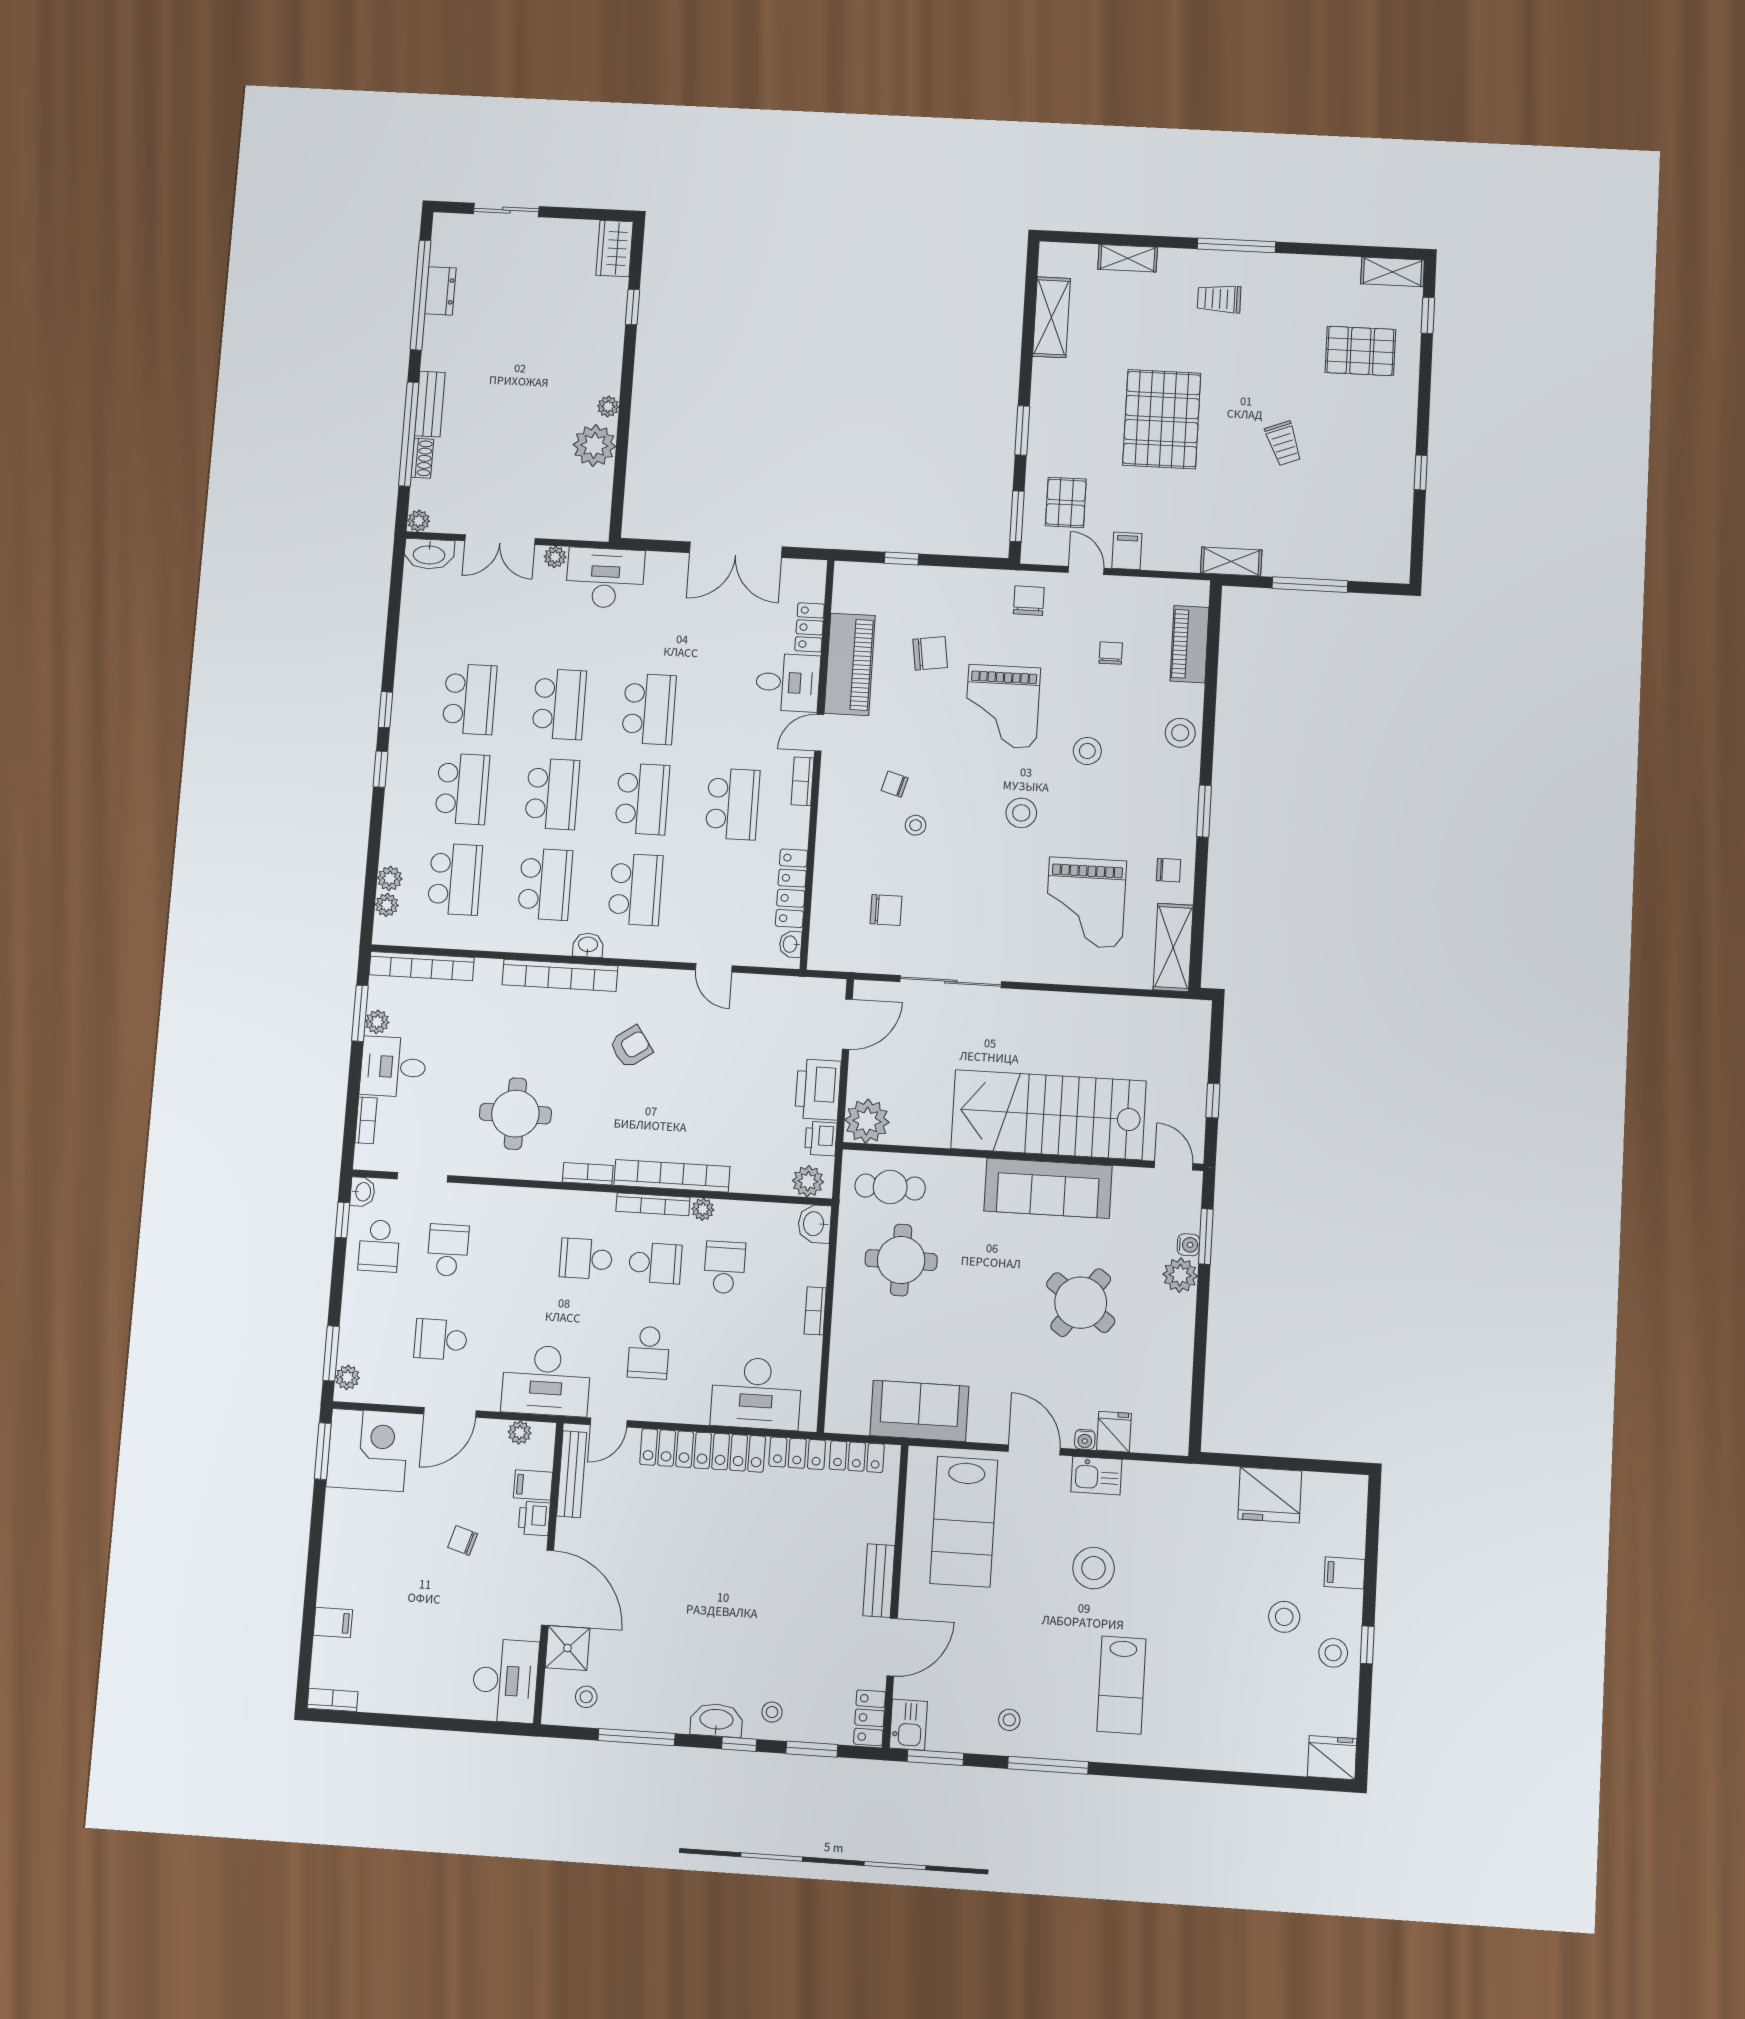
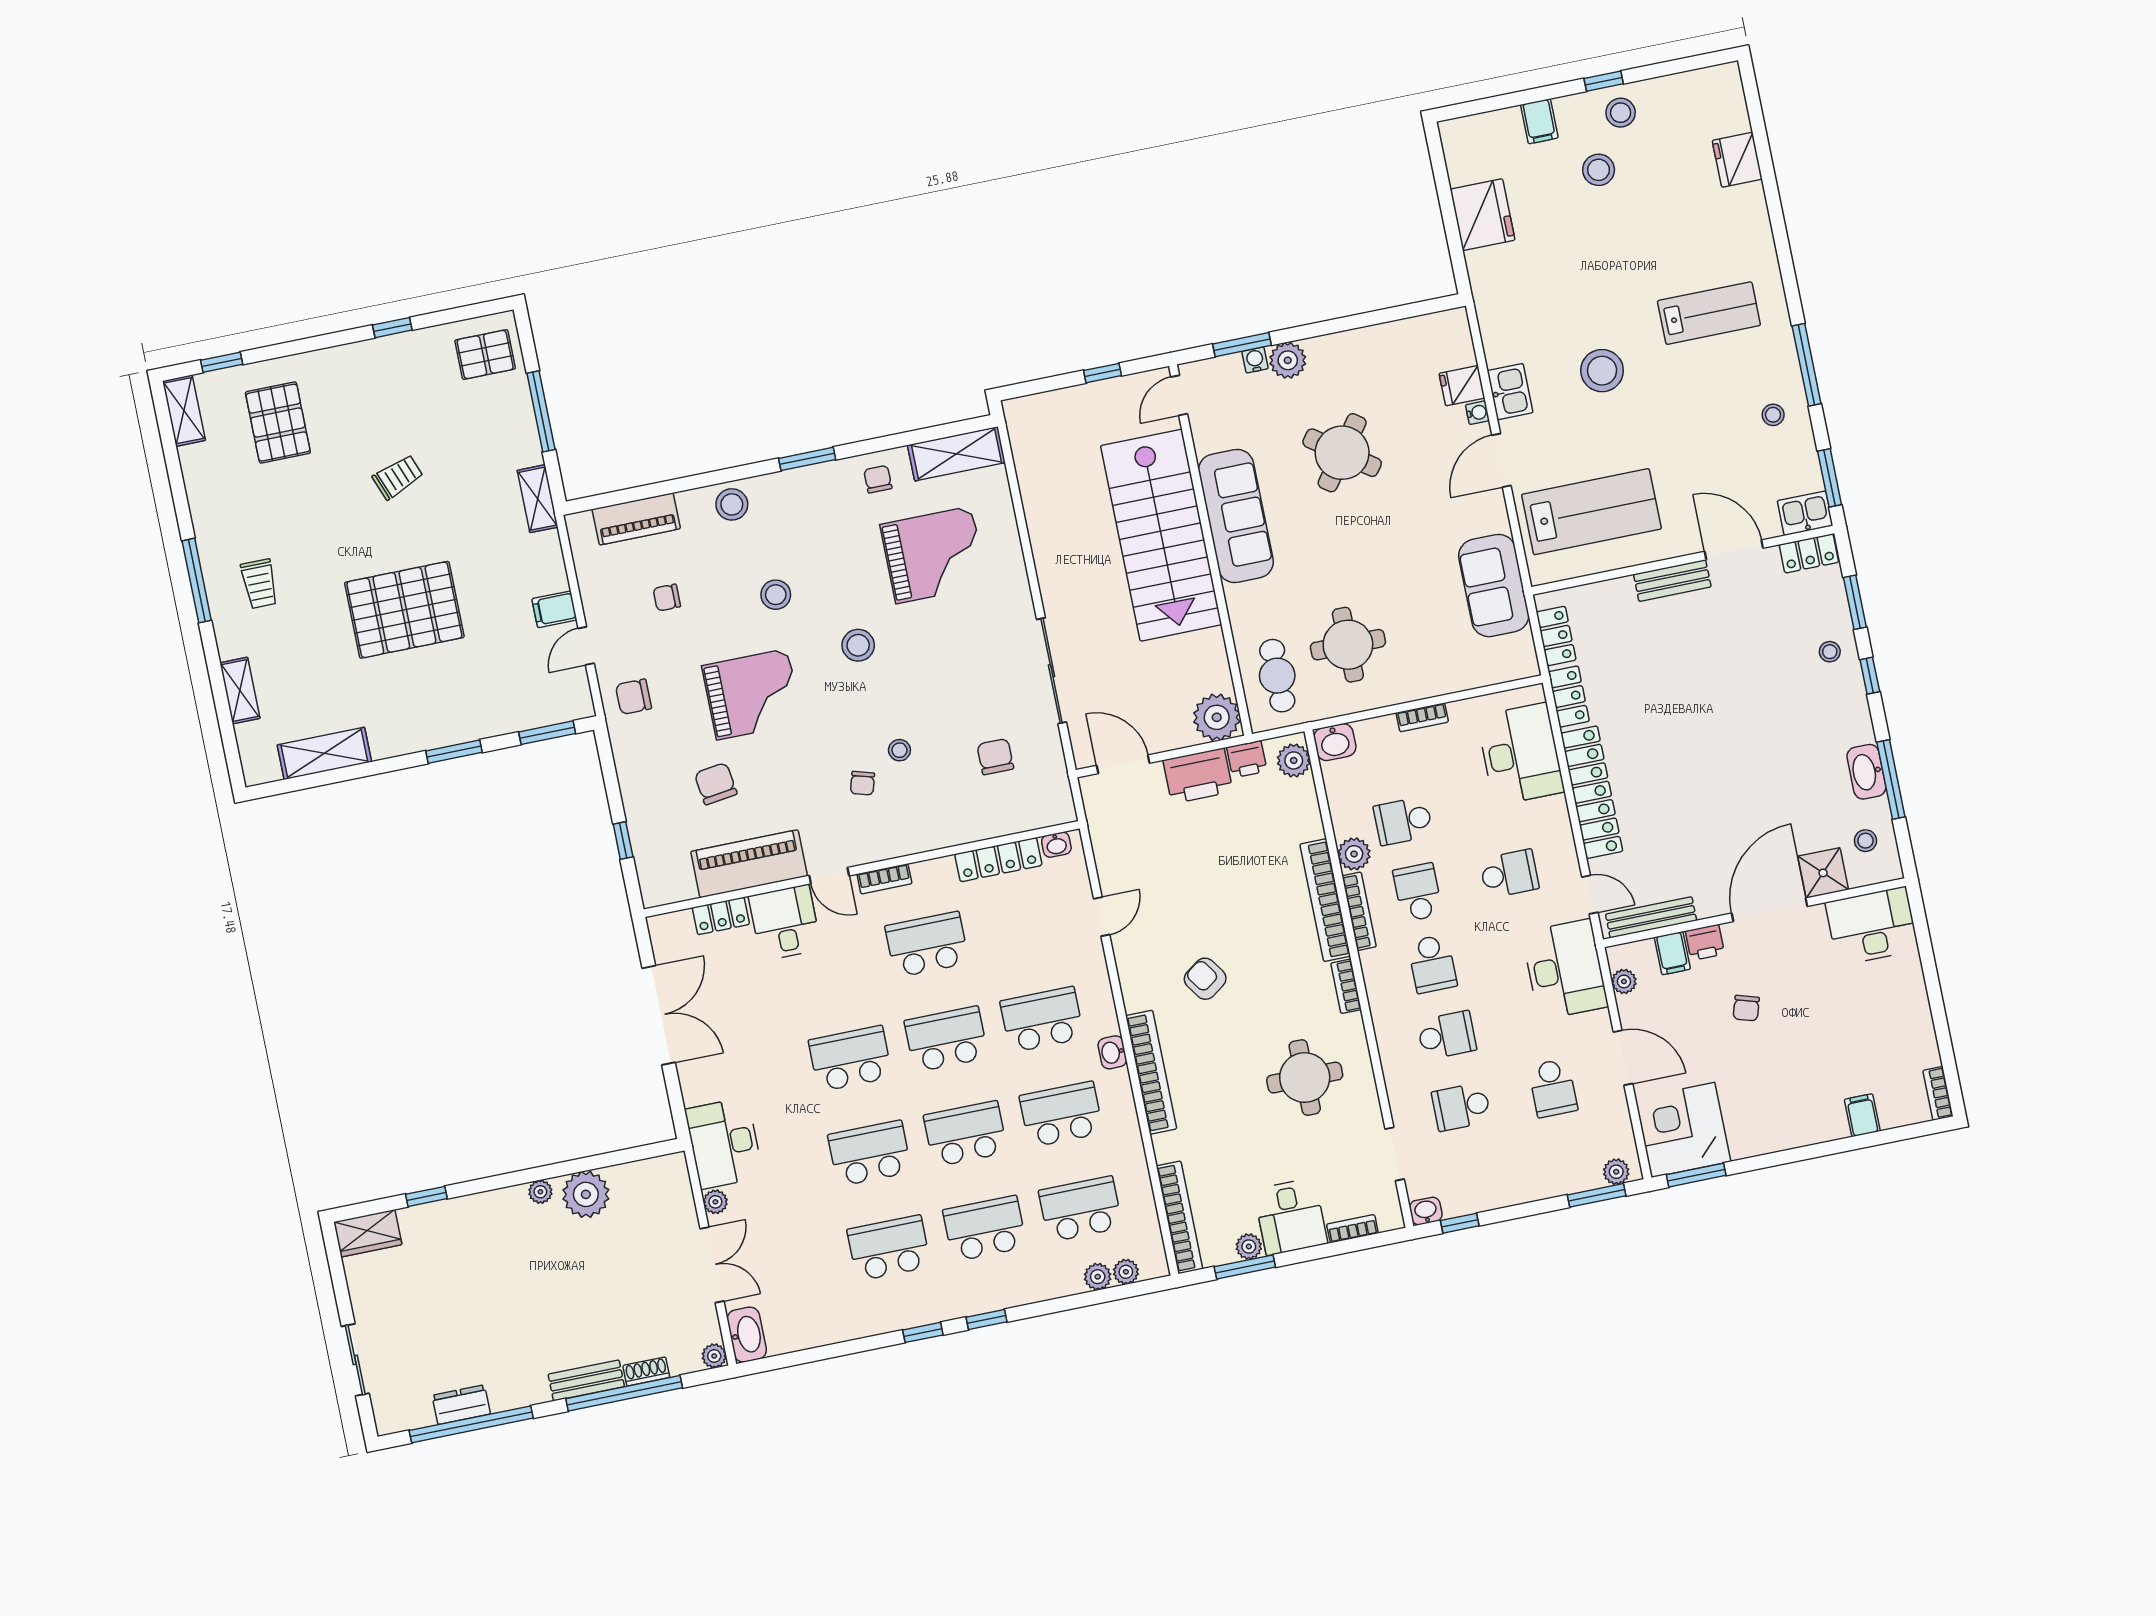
pallet: (1066, 502) -> (485, 355), moved
plant: (703, 1209) -> (1354, 854), width x1.38, depth x1.38
school desk: (379, 1246) -> (1447, 1035), moved
washbasin: (716, 1720) -> (1866, 772), moved
fridge: (1332, 1758) -> (1737, 160), moved

